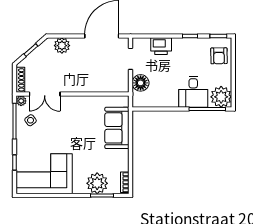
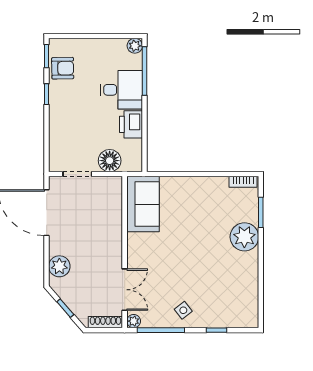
printer: (161, 46) -> (131, 124), moved, turned 180
armchair: (219, 56) -> (63, 68), moved
plant: (221, 97) -> (135, 46), width x0.53, depth x0.53
side table: (31, 120) -> (183, 310), moved
sofa: (117, 128) -> (143, 204), moved, turned -90
corner sofa: (44, 174) -> (232, 290), removed
plant: (97, 183) -> (244, 237), moved

